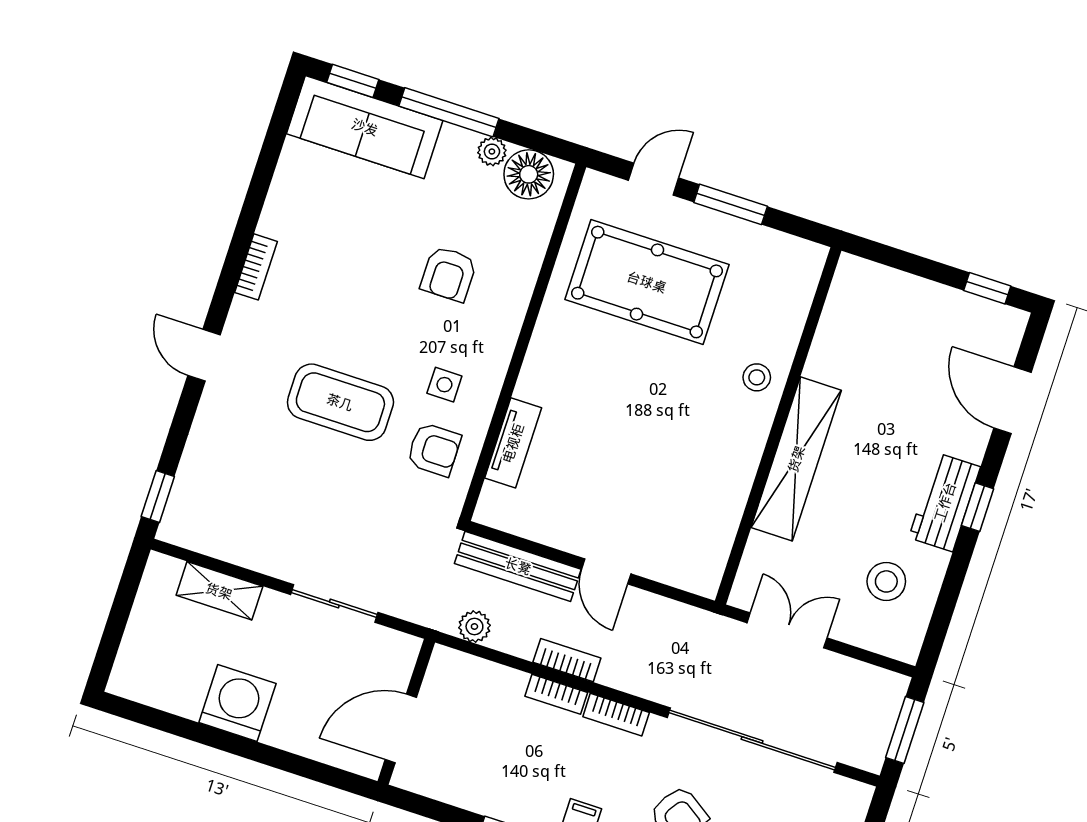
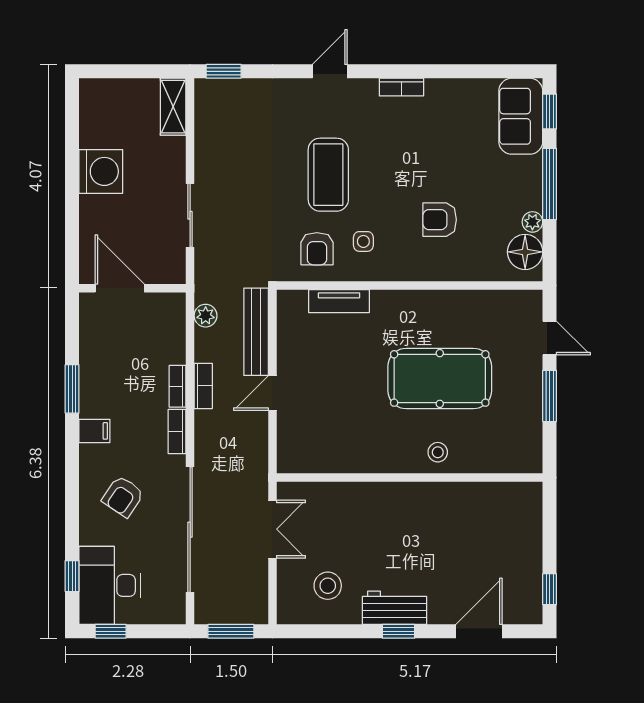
sofa: (365, 127) -> (521, 116), width x0.73
pool table: (647, 282) -> (440, 378), moved, turned 90
shelving: (796, 459) -> (391, 497), removed
shelving: (219, 591) -> (173, 107), moved

